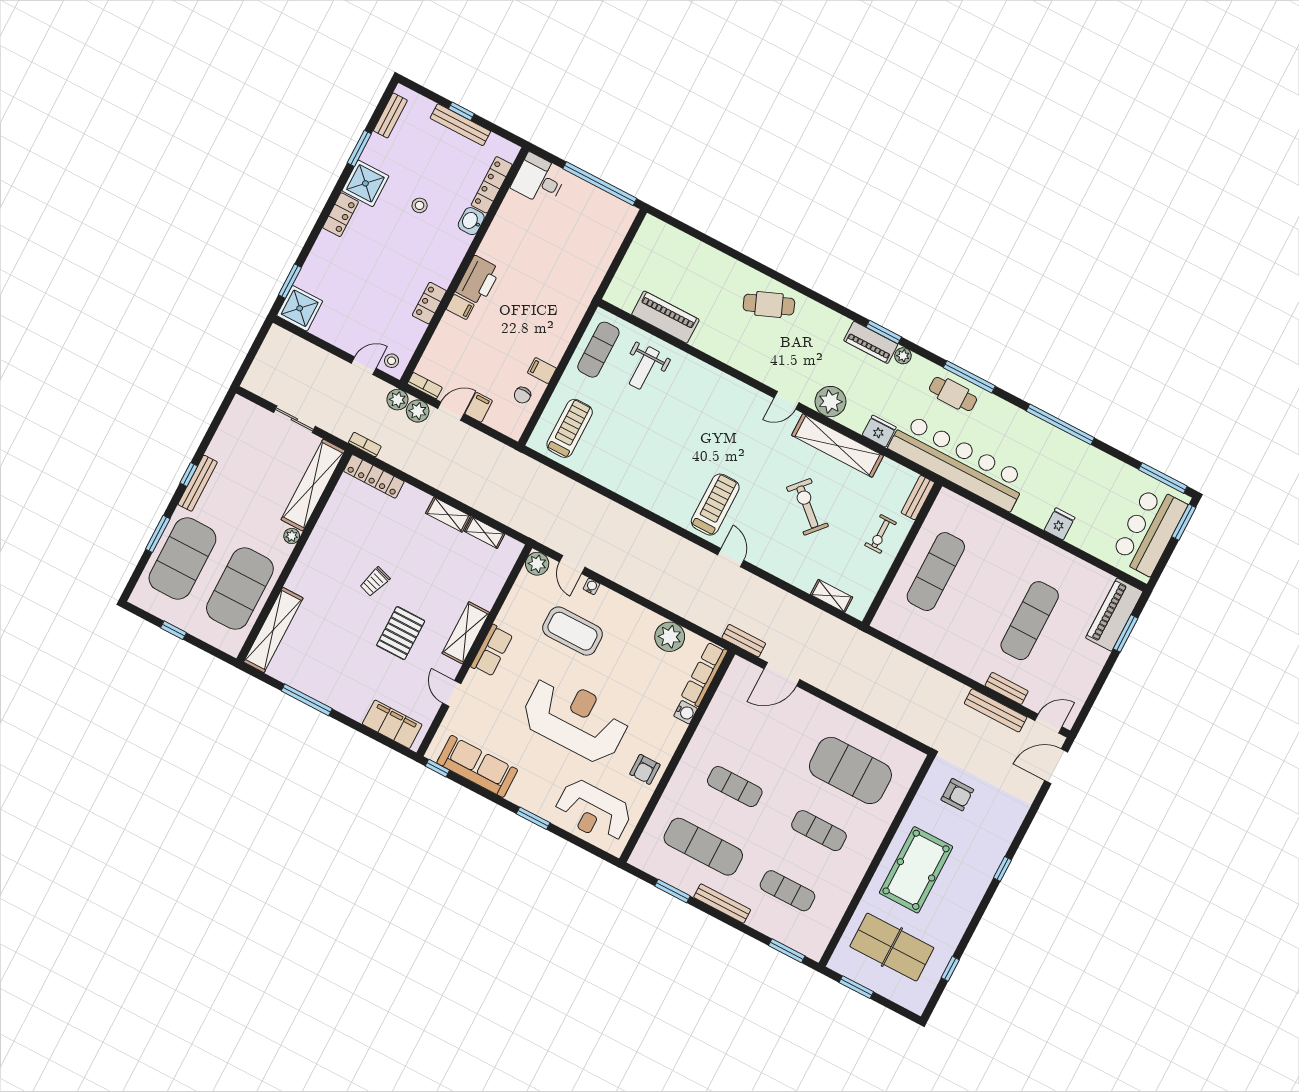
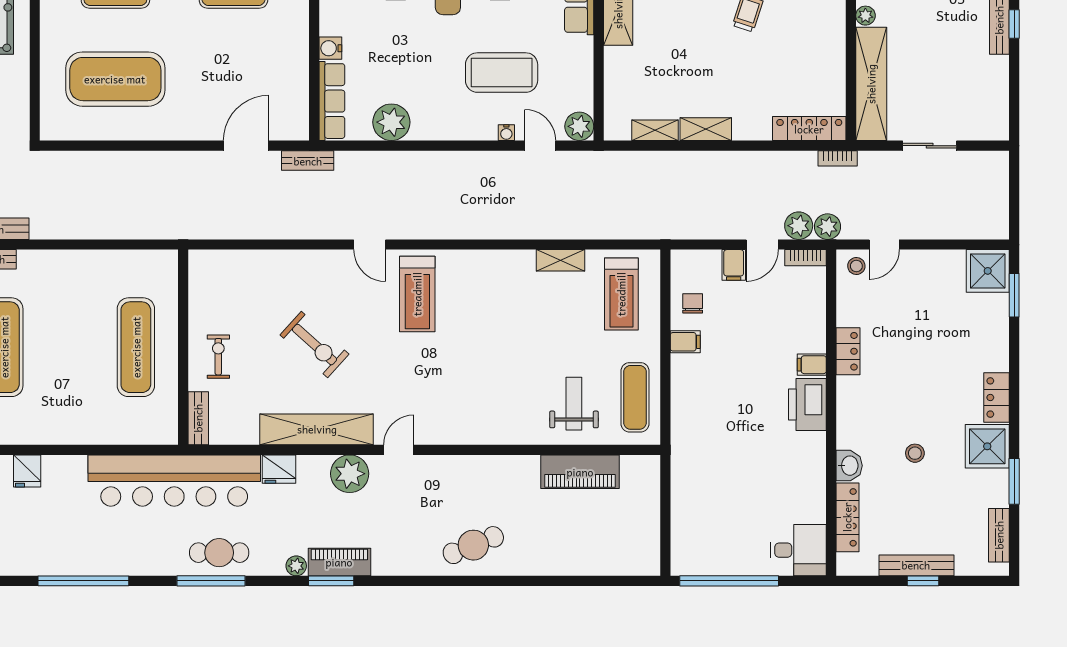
shelving: (832, 596) -> (560, 260), moved

